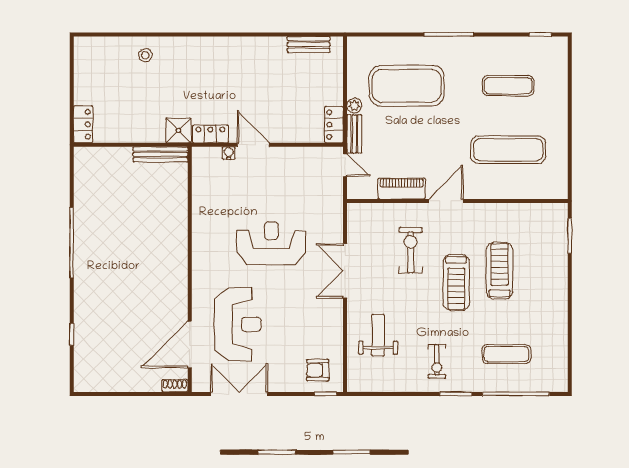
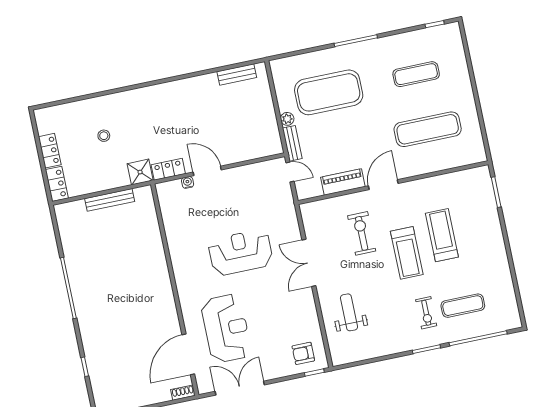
stool: (145, 55) -> (104, 136), moved
locker: (334, 125) -> (50, 151), moved, turned 180
bench: (160, 154) -> (110, 200), moved
exercise bike: (437, 361) -> (426, 313), moved

